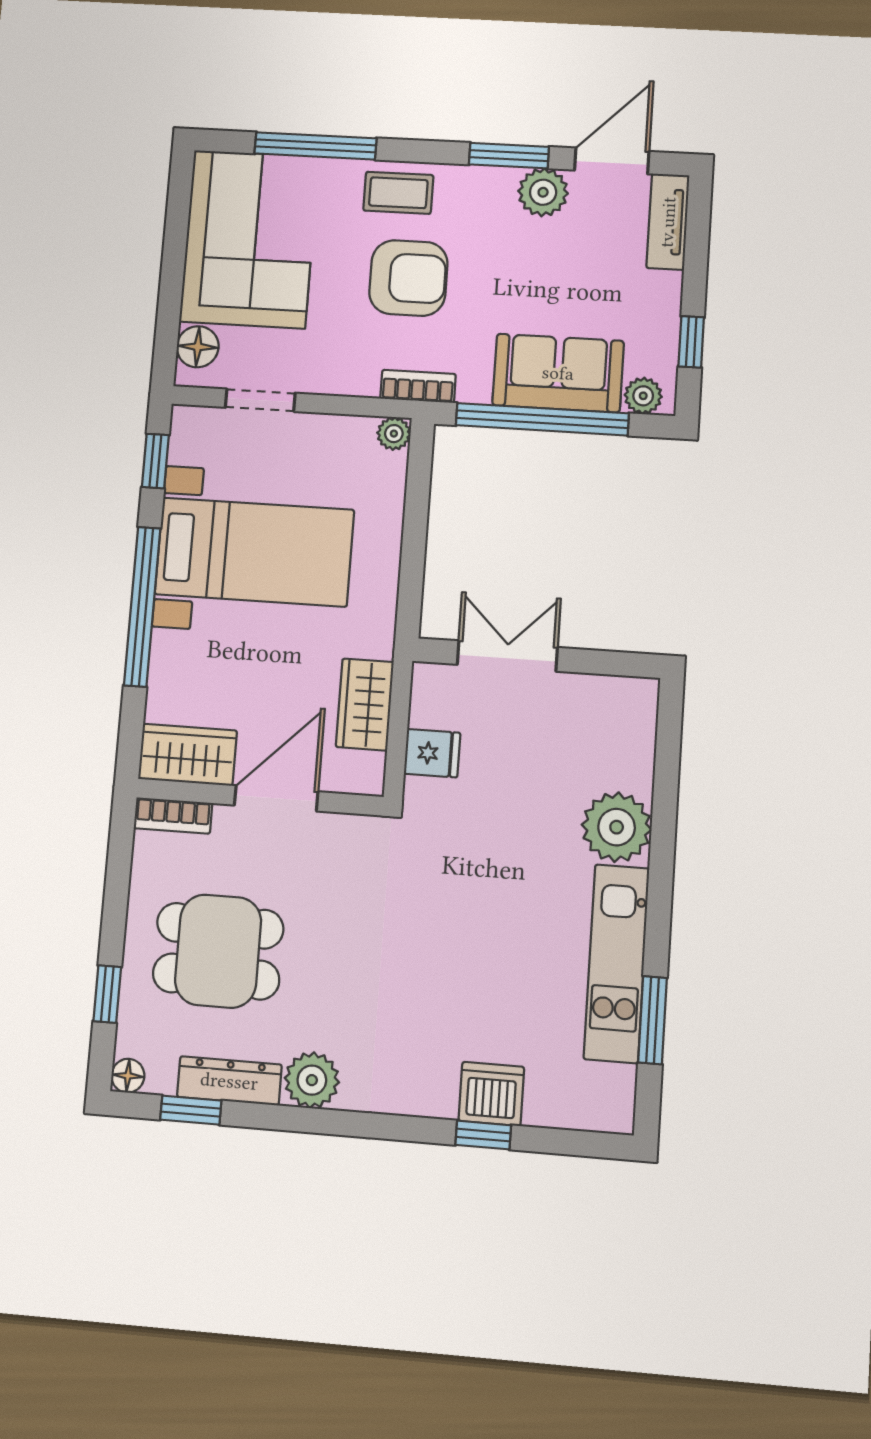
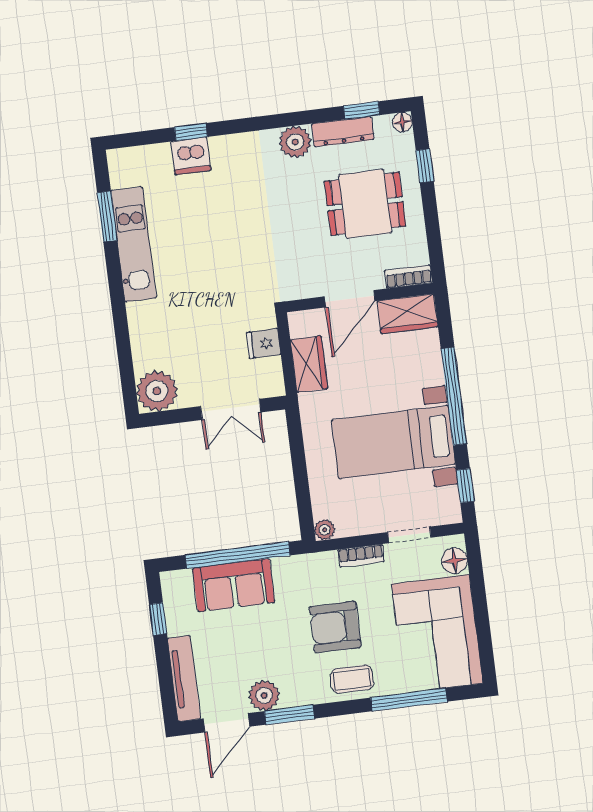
tv unit: (668, 222) -> (184, 679), width x1.41
bookcase: (418, 386) -> (361, 556), moved
plant: (643, 396) -> (180, 581), removed
plant: (617, 827) -> (157, 391), moved

